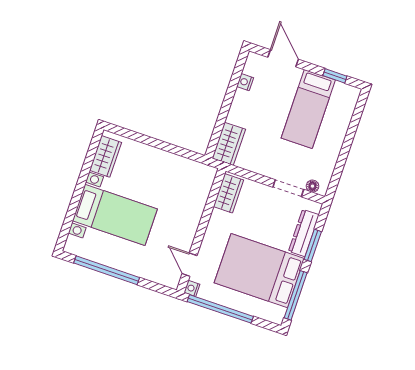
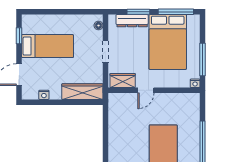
wardrobe: (229, 144) -> (82, 92), width x1.50
doorway: (288, 188) -> (106, 52), moved
door: (190, 265) -> (146, 90), moved
window: (220, 309) -> (202, 59), width x0.68

